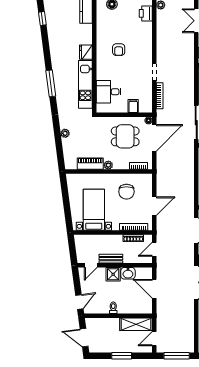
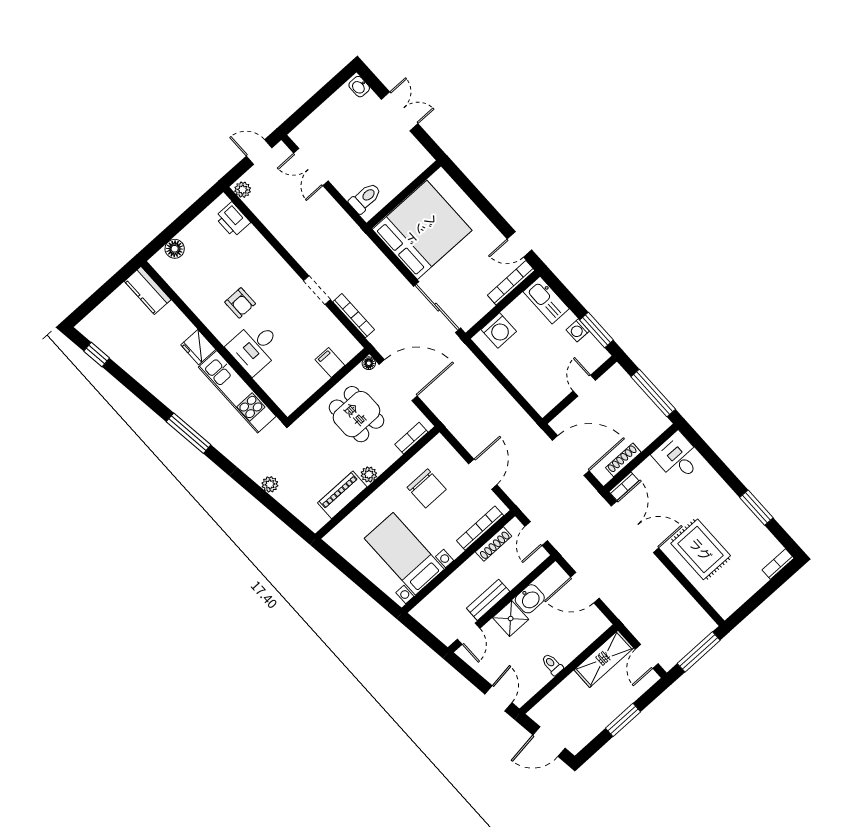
desk: (109, 92) -> (255, 347), moved
dining table: (125, 136) -> (356, 414), turned 90
door: (154, 138) -> (398, 380), hinge flipped

